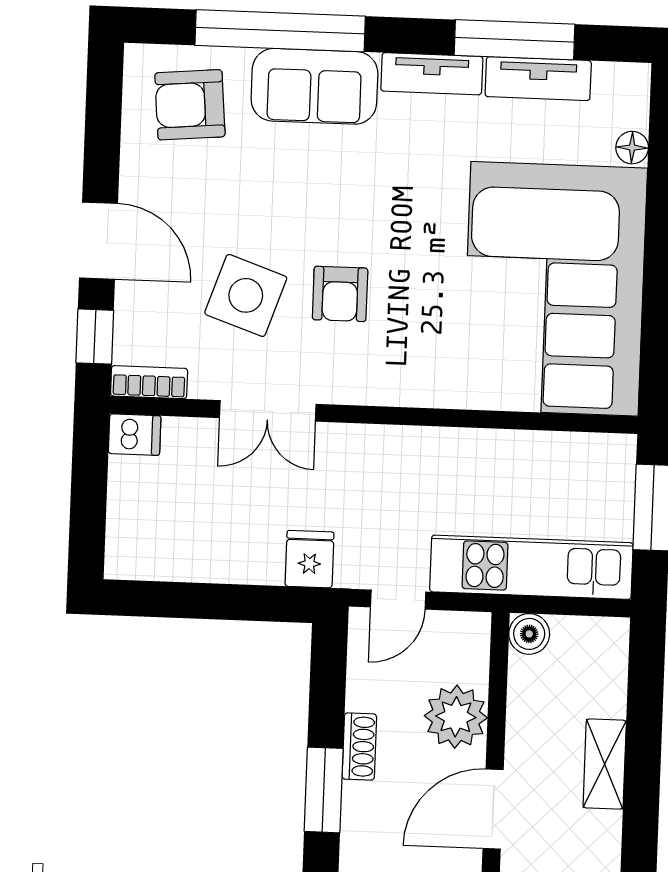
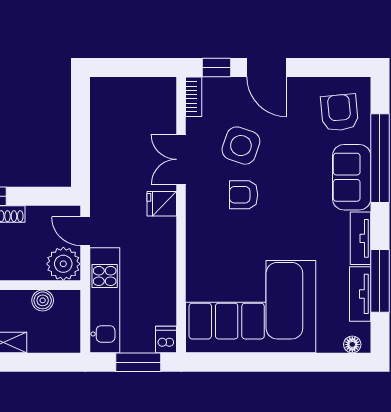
floor lamp: (632, 148) -> (352, 344), moved
door: (98, 241) -> (267, 67), hinge flipped
dishwasher: (135, 435) -> (166, 340), moved, turned 180
fridge: (309, 559) -> (162, 204), moved, turned 180
boiler: (529, 634) -> (43, 300), moved
plant: (456, 717) -> (63, 264), moved

